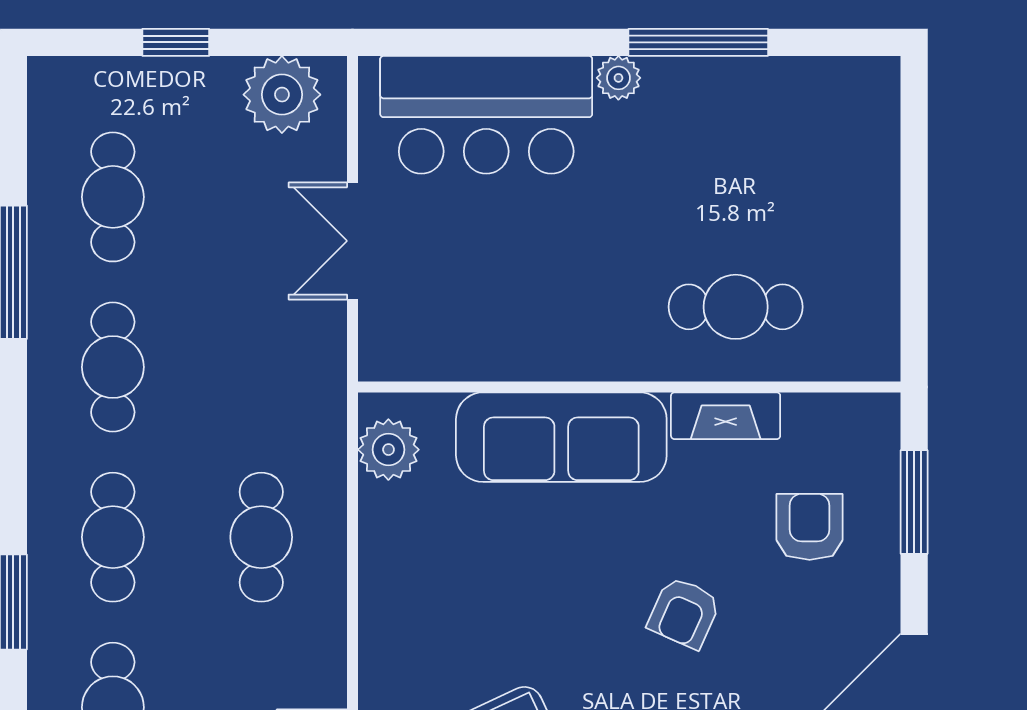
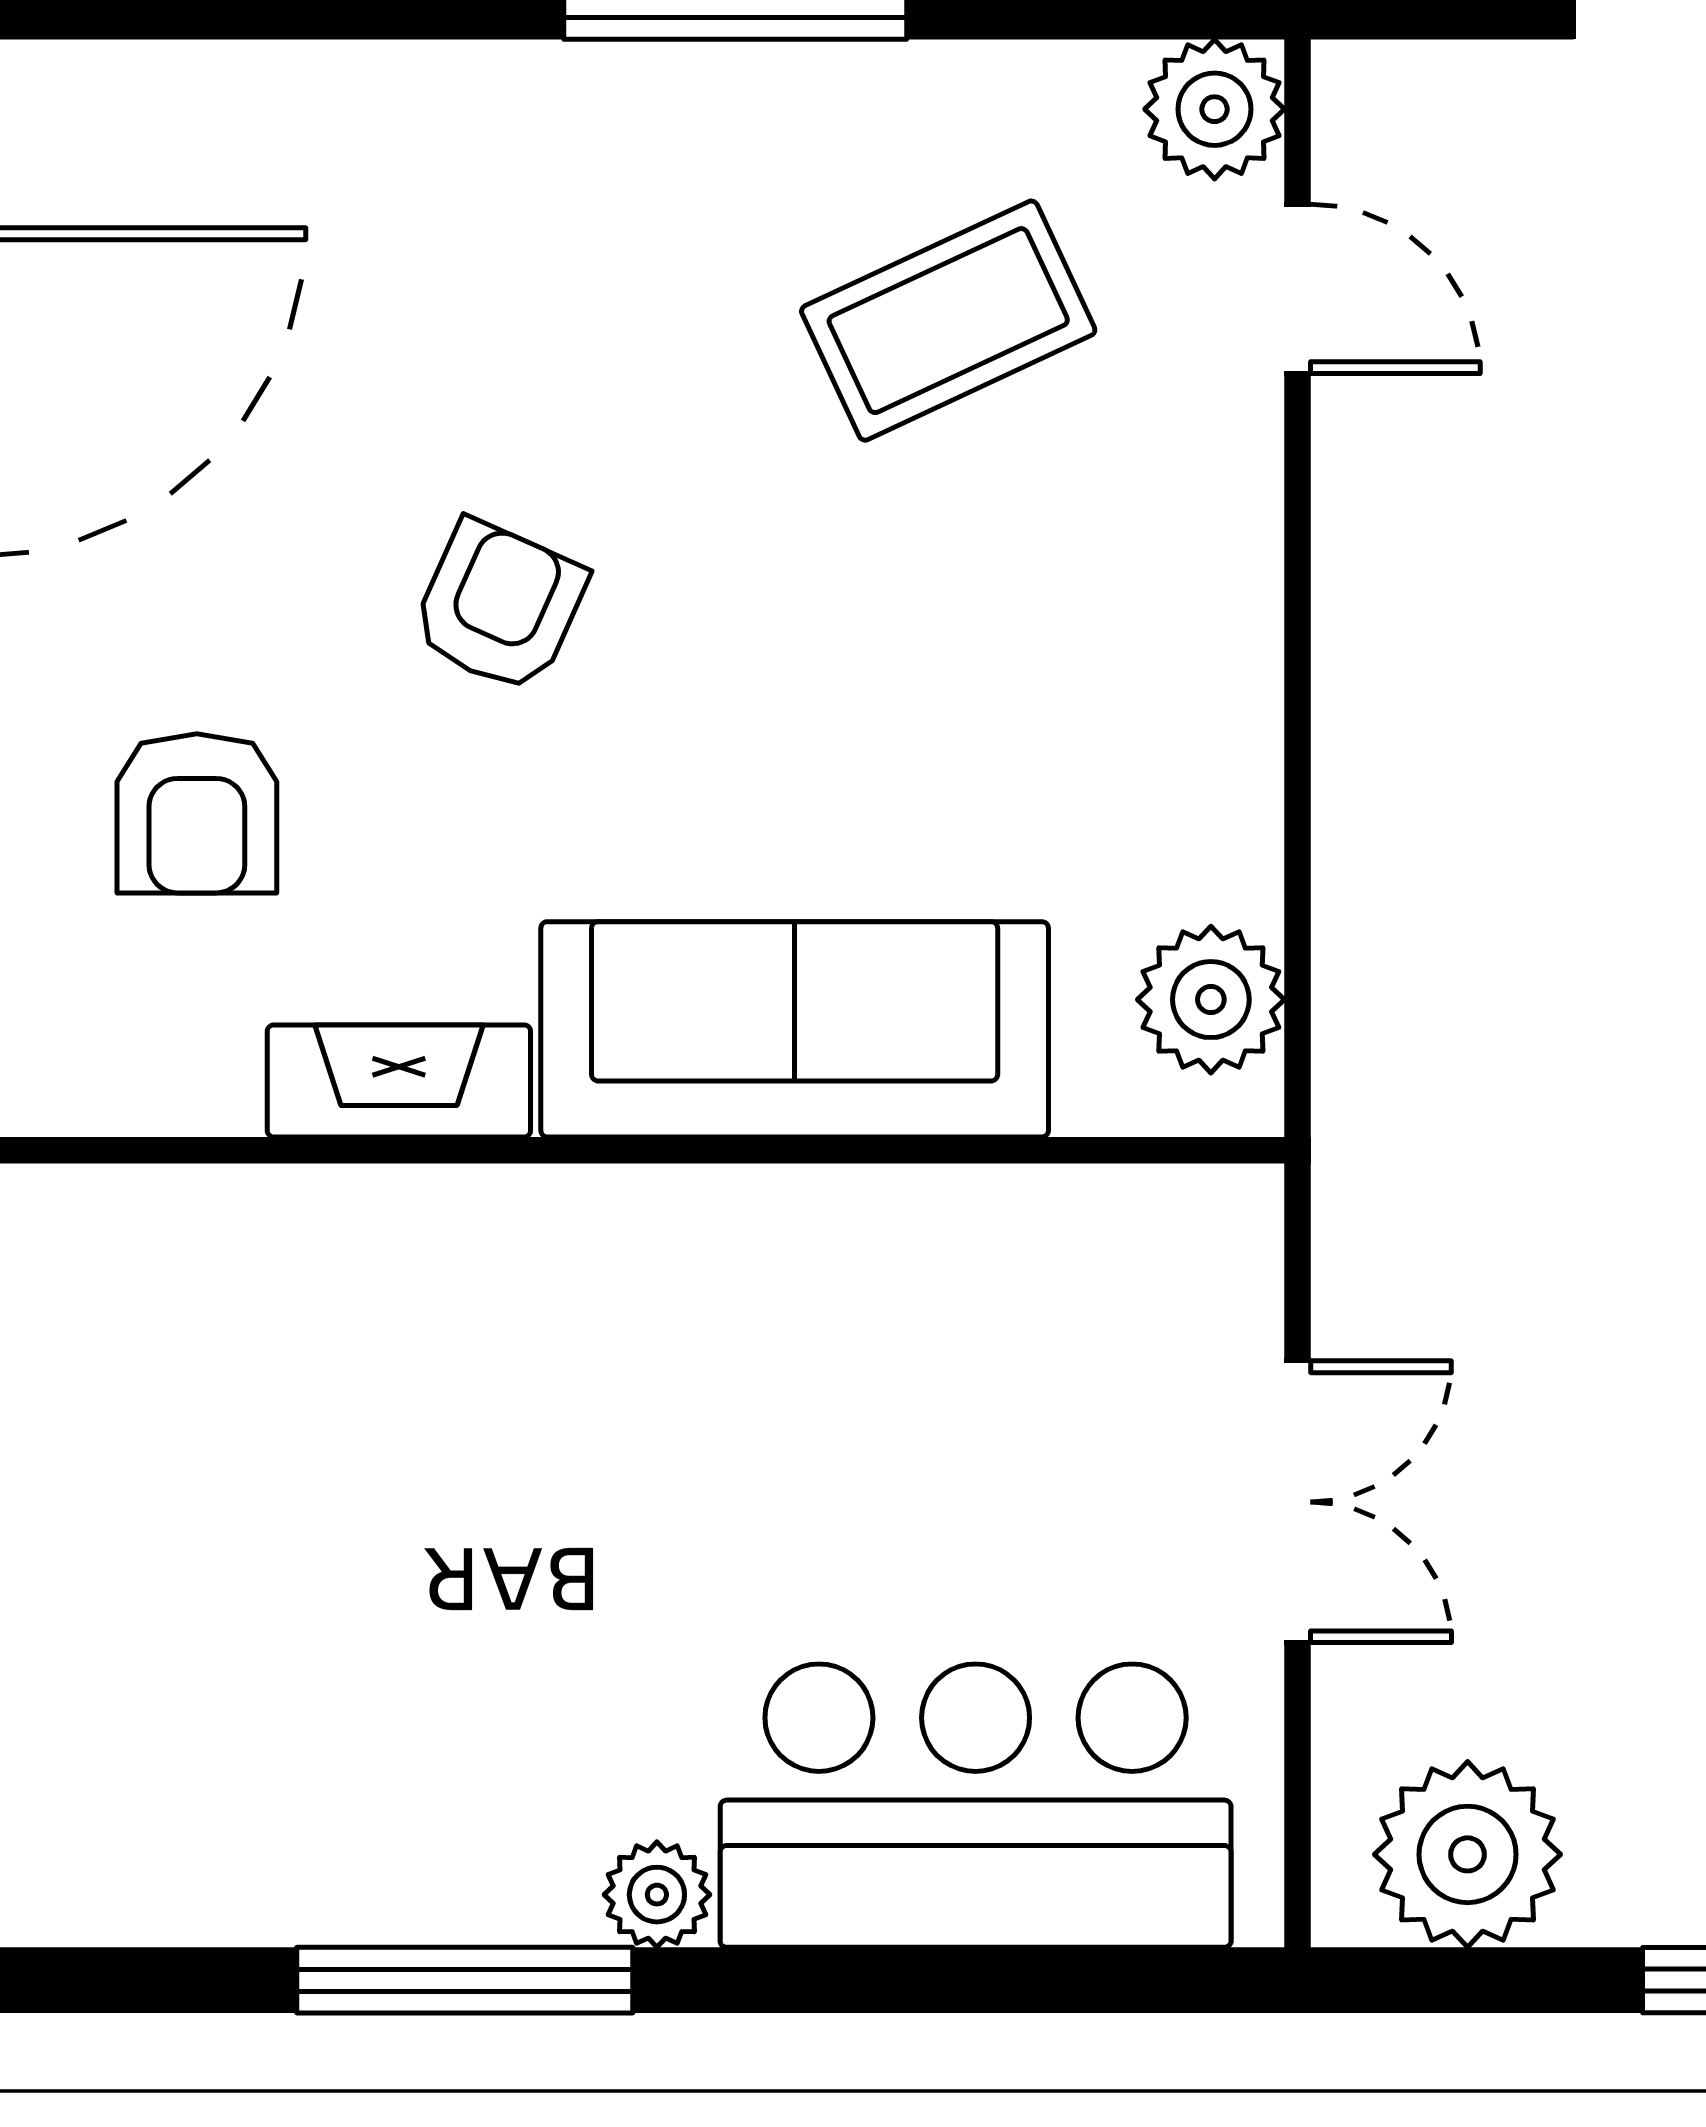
cafe table: (736, 307) -> (375, 1343), removed
cafe table: (261, 537) -> (1517, 789), removed

